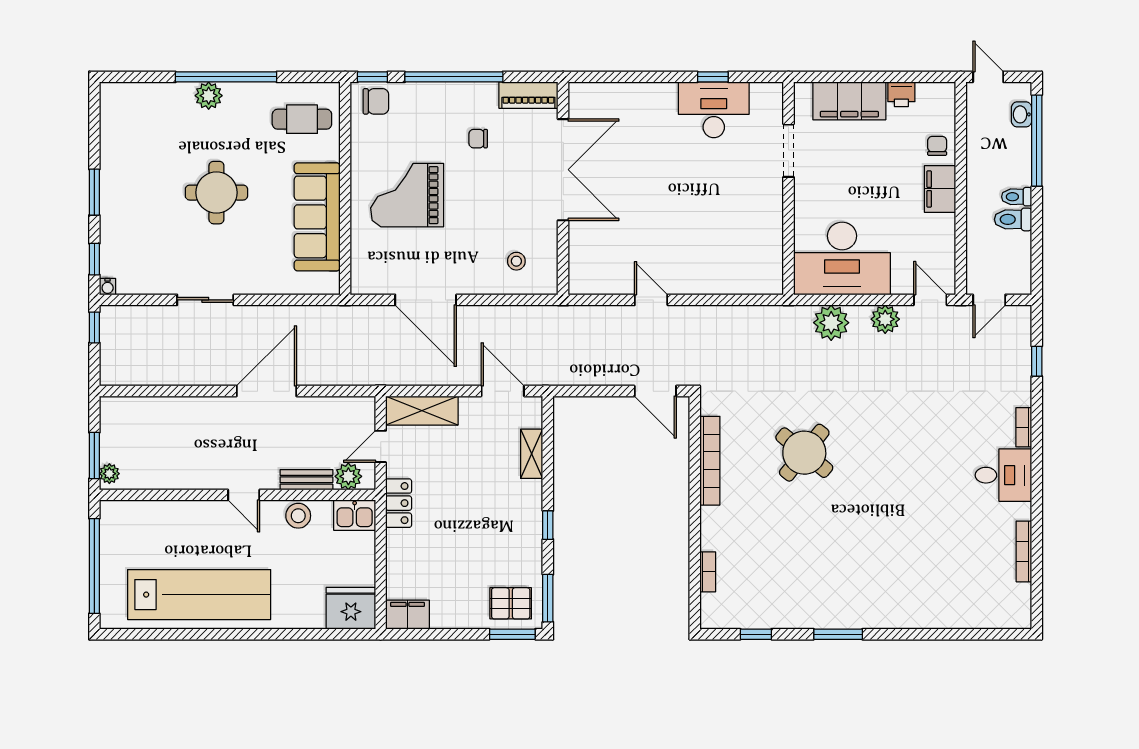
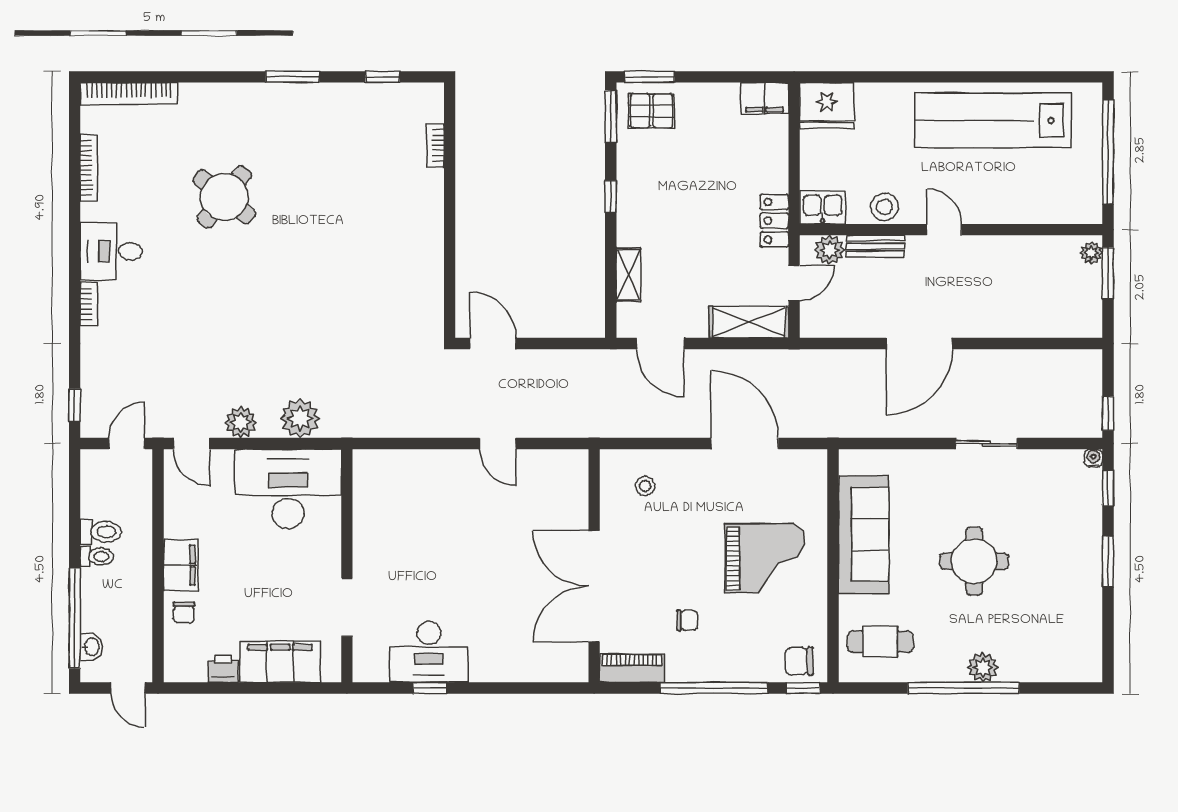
window: (1037, 361) -> (75, 405), moved
round table: (804, 453) -> (224, 197), moved
bookcase: (710, 461) -> (129, 93), moved, turned -90

